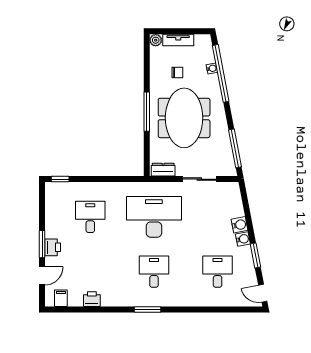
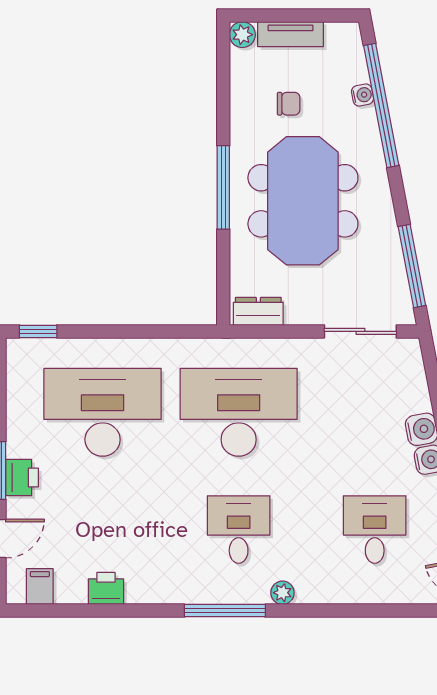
sliding door: (199, 179) -> (360, 331), moved
desk: (90, 217) -> (103, 412), width x1.87, depth x1.30
plant: (174, 301) -> (282, 593), added
window: (148, 310) -> (225, 611), width x1.44

